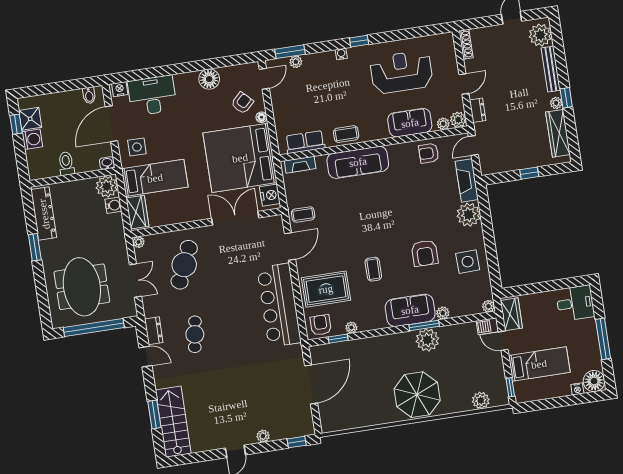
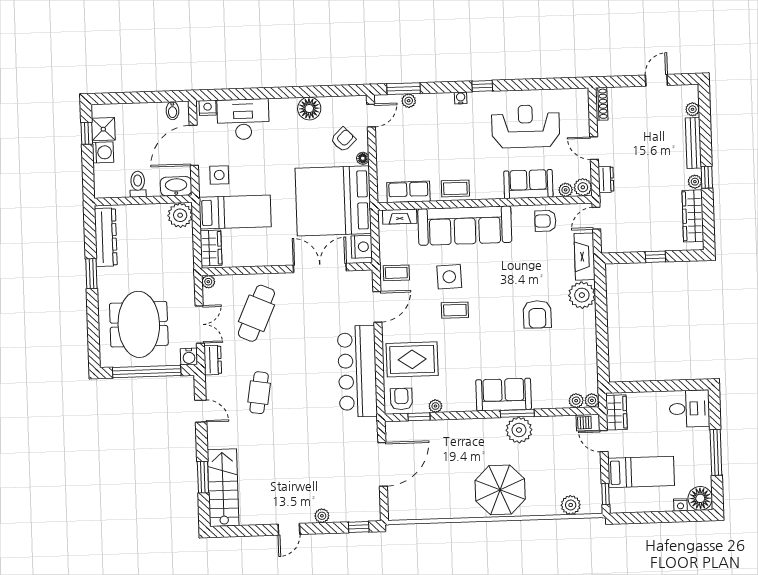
plant: (540, 35) -> (692, 109), width x0.53, depth x0.53
door: (464, 84) -> (594, 148), swing flipped
sofa: (358, 162) -> (465, 226), width x1.36, depth x1.27
washbasin: (107, 163) -> (176, 186), width x1.91, depth x1.45
water cooler: (113, 205) -> (189, 357), moved, turned 90
armchair: (425, 253) -> (537, 314), moved
side table: (468, 262) -> (449, 277), moved
coffee table: (373, 269) -> (455, 310), moved, turned 90
plant: (443, 313) -> (576, 401), moved
dresser: (154, 331) -> (213, 360), moved

